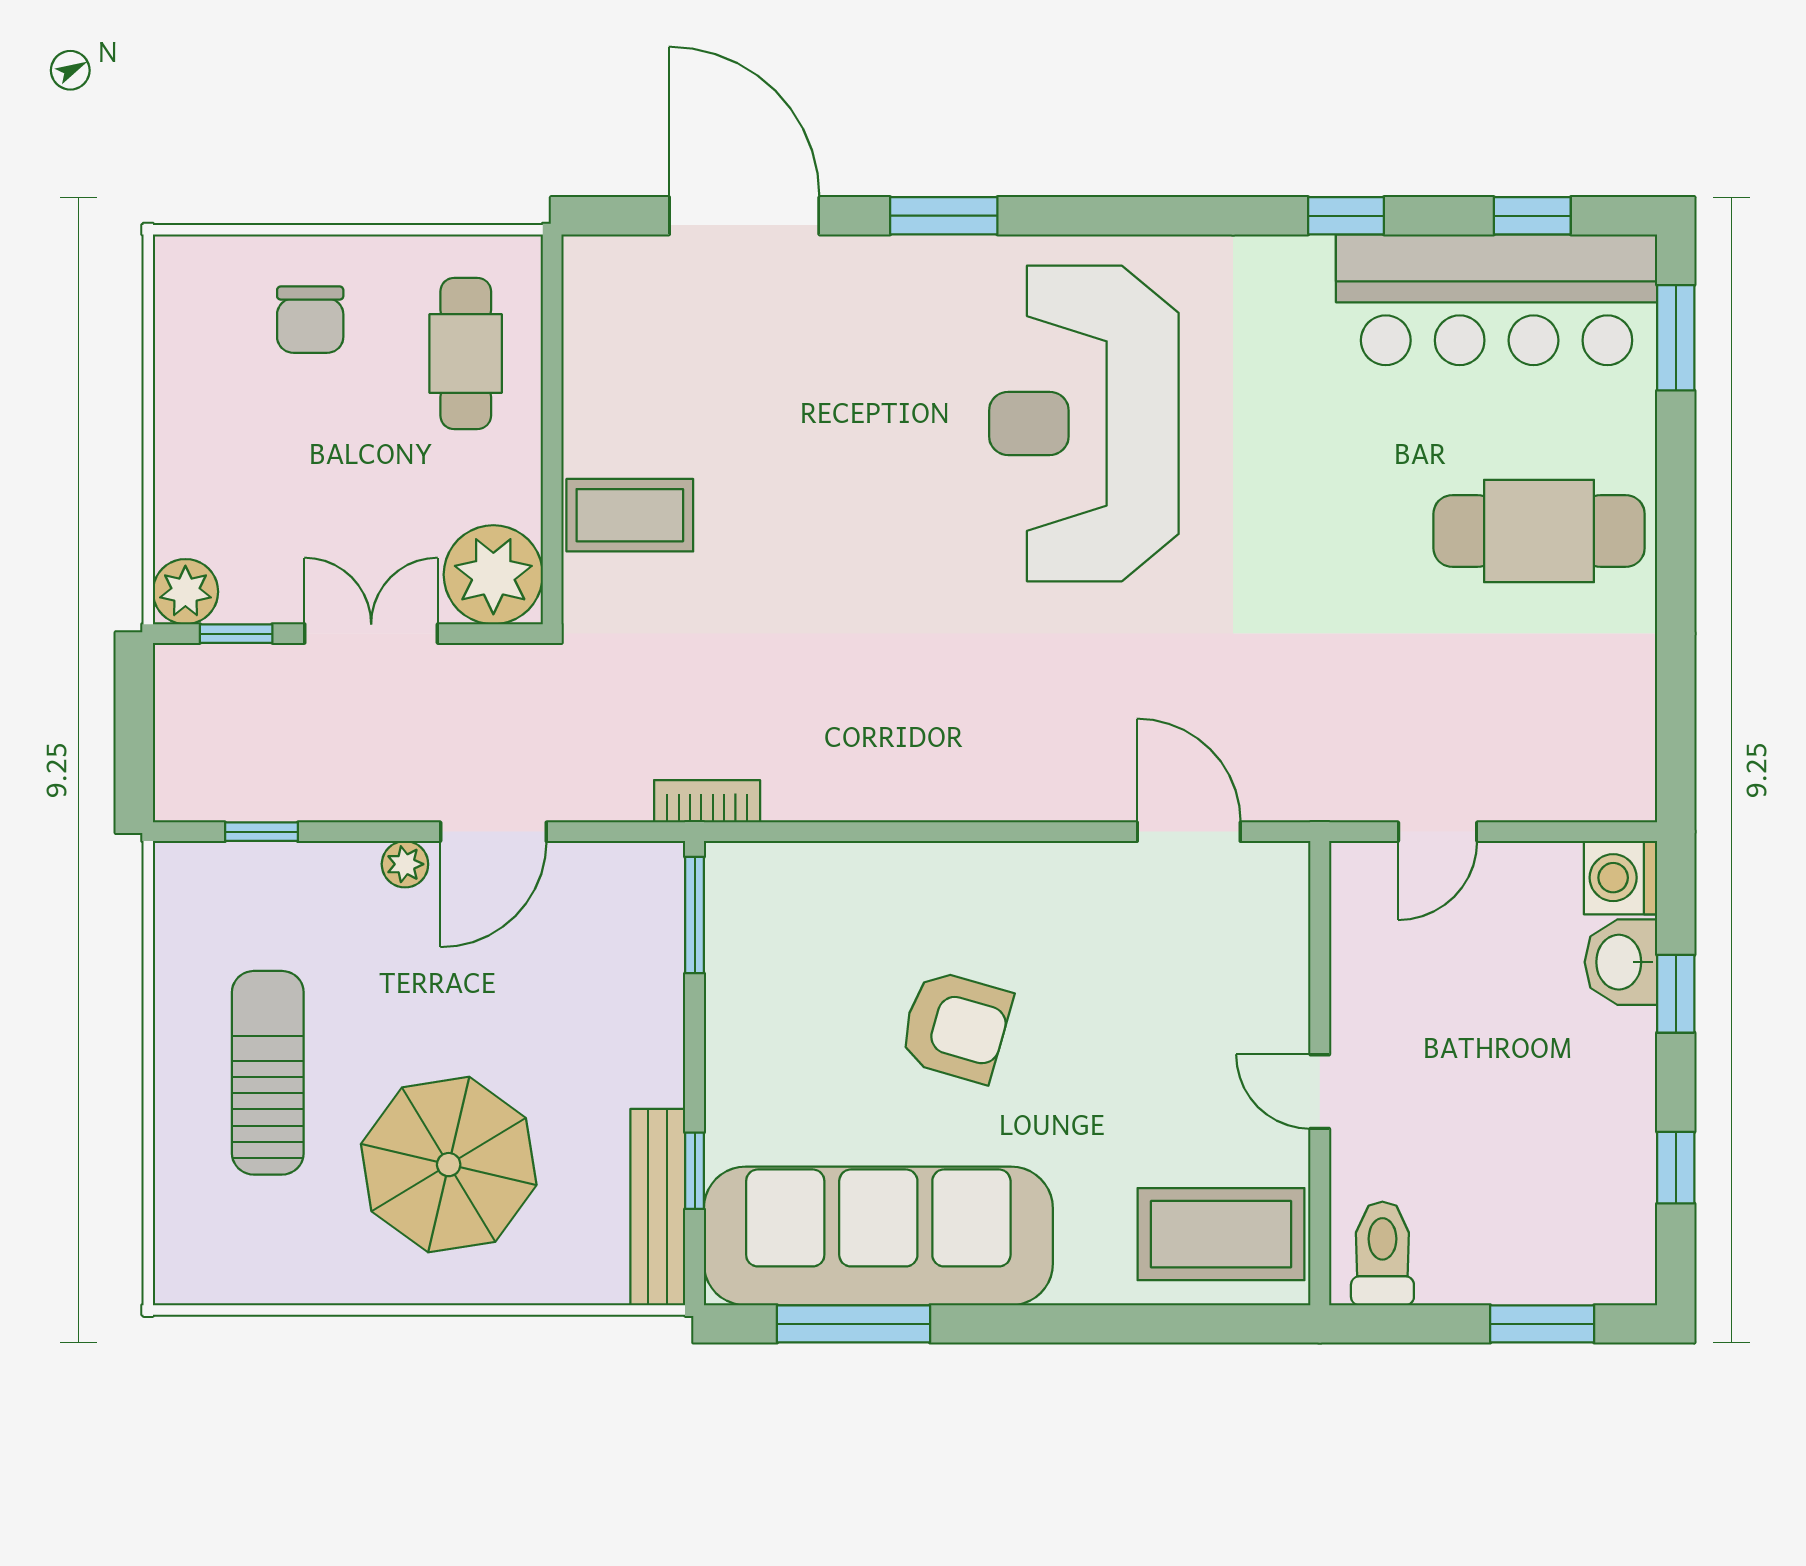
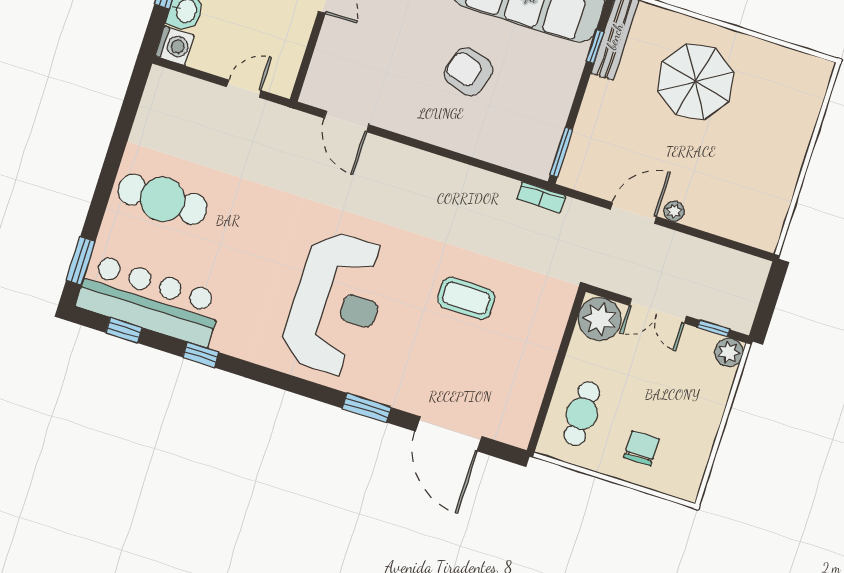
coffee table: (630, 515) -> (466, 298), moved
window: (261, 832) -> (729, 243), removed
sun lounger: (268, 1073) -> (758, 143), removed

